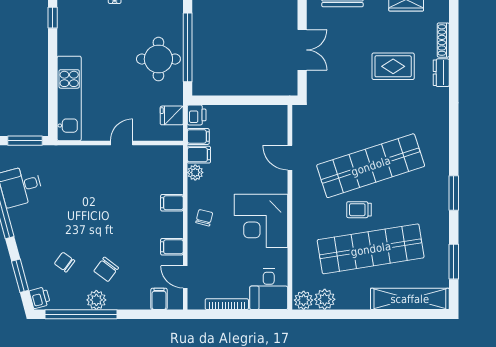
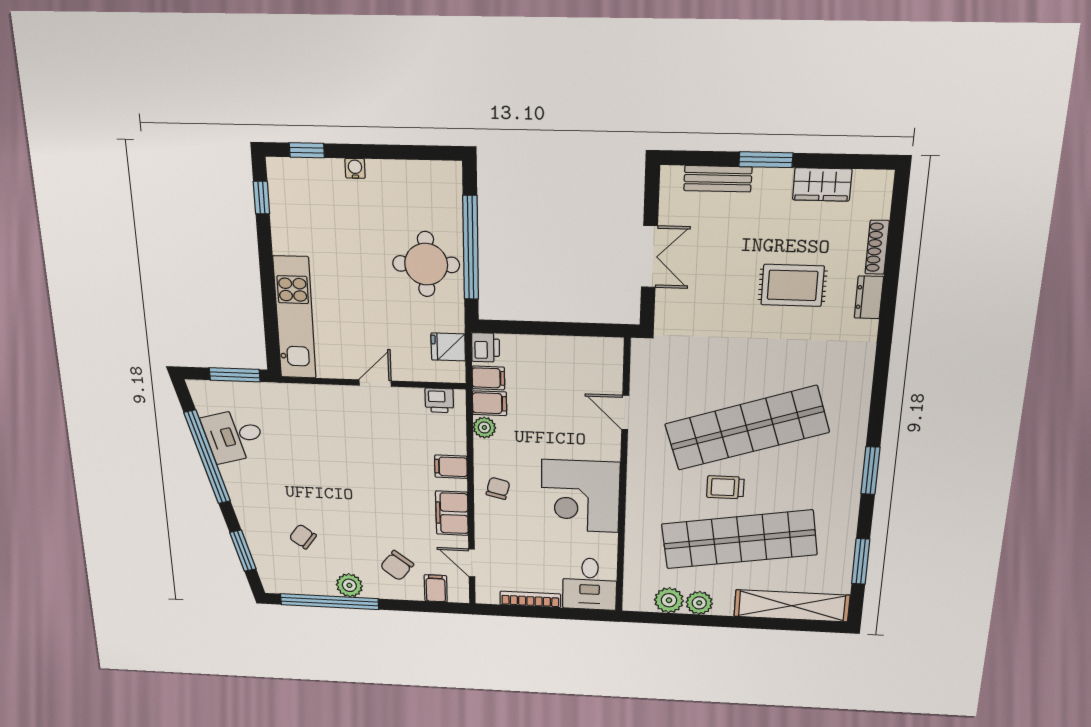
filing cabinet: (172, 247) -> (452, 513), width x2.00
chair: (106, 269) -> (397, 566), moved
printer: (40, 298) -> (439, 400), moved, turned 105
plant: (304, 300) -> (699, 603), moved

